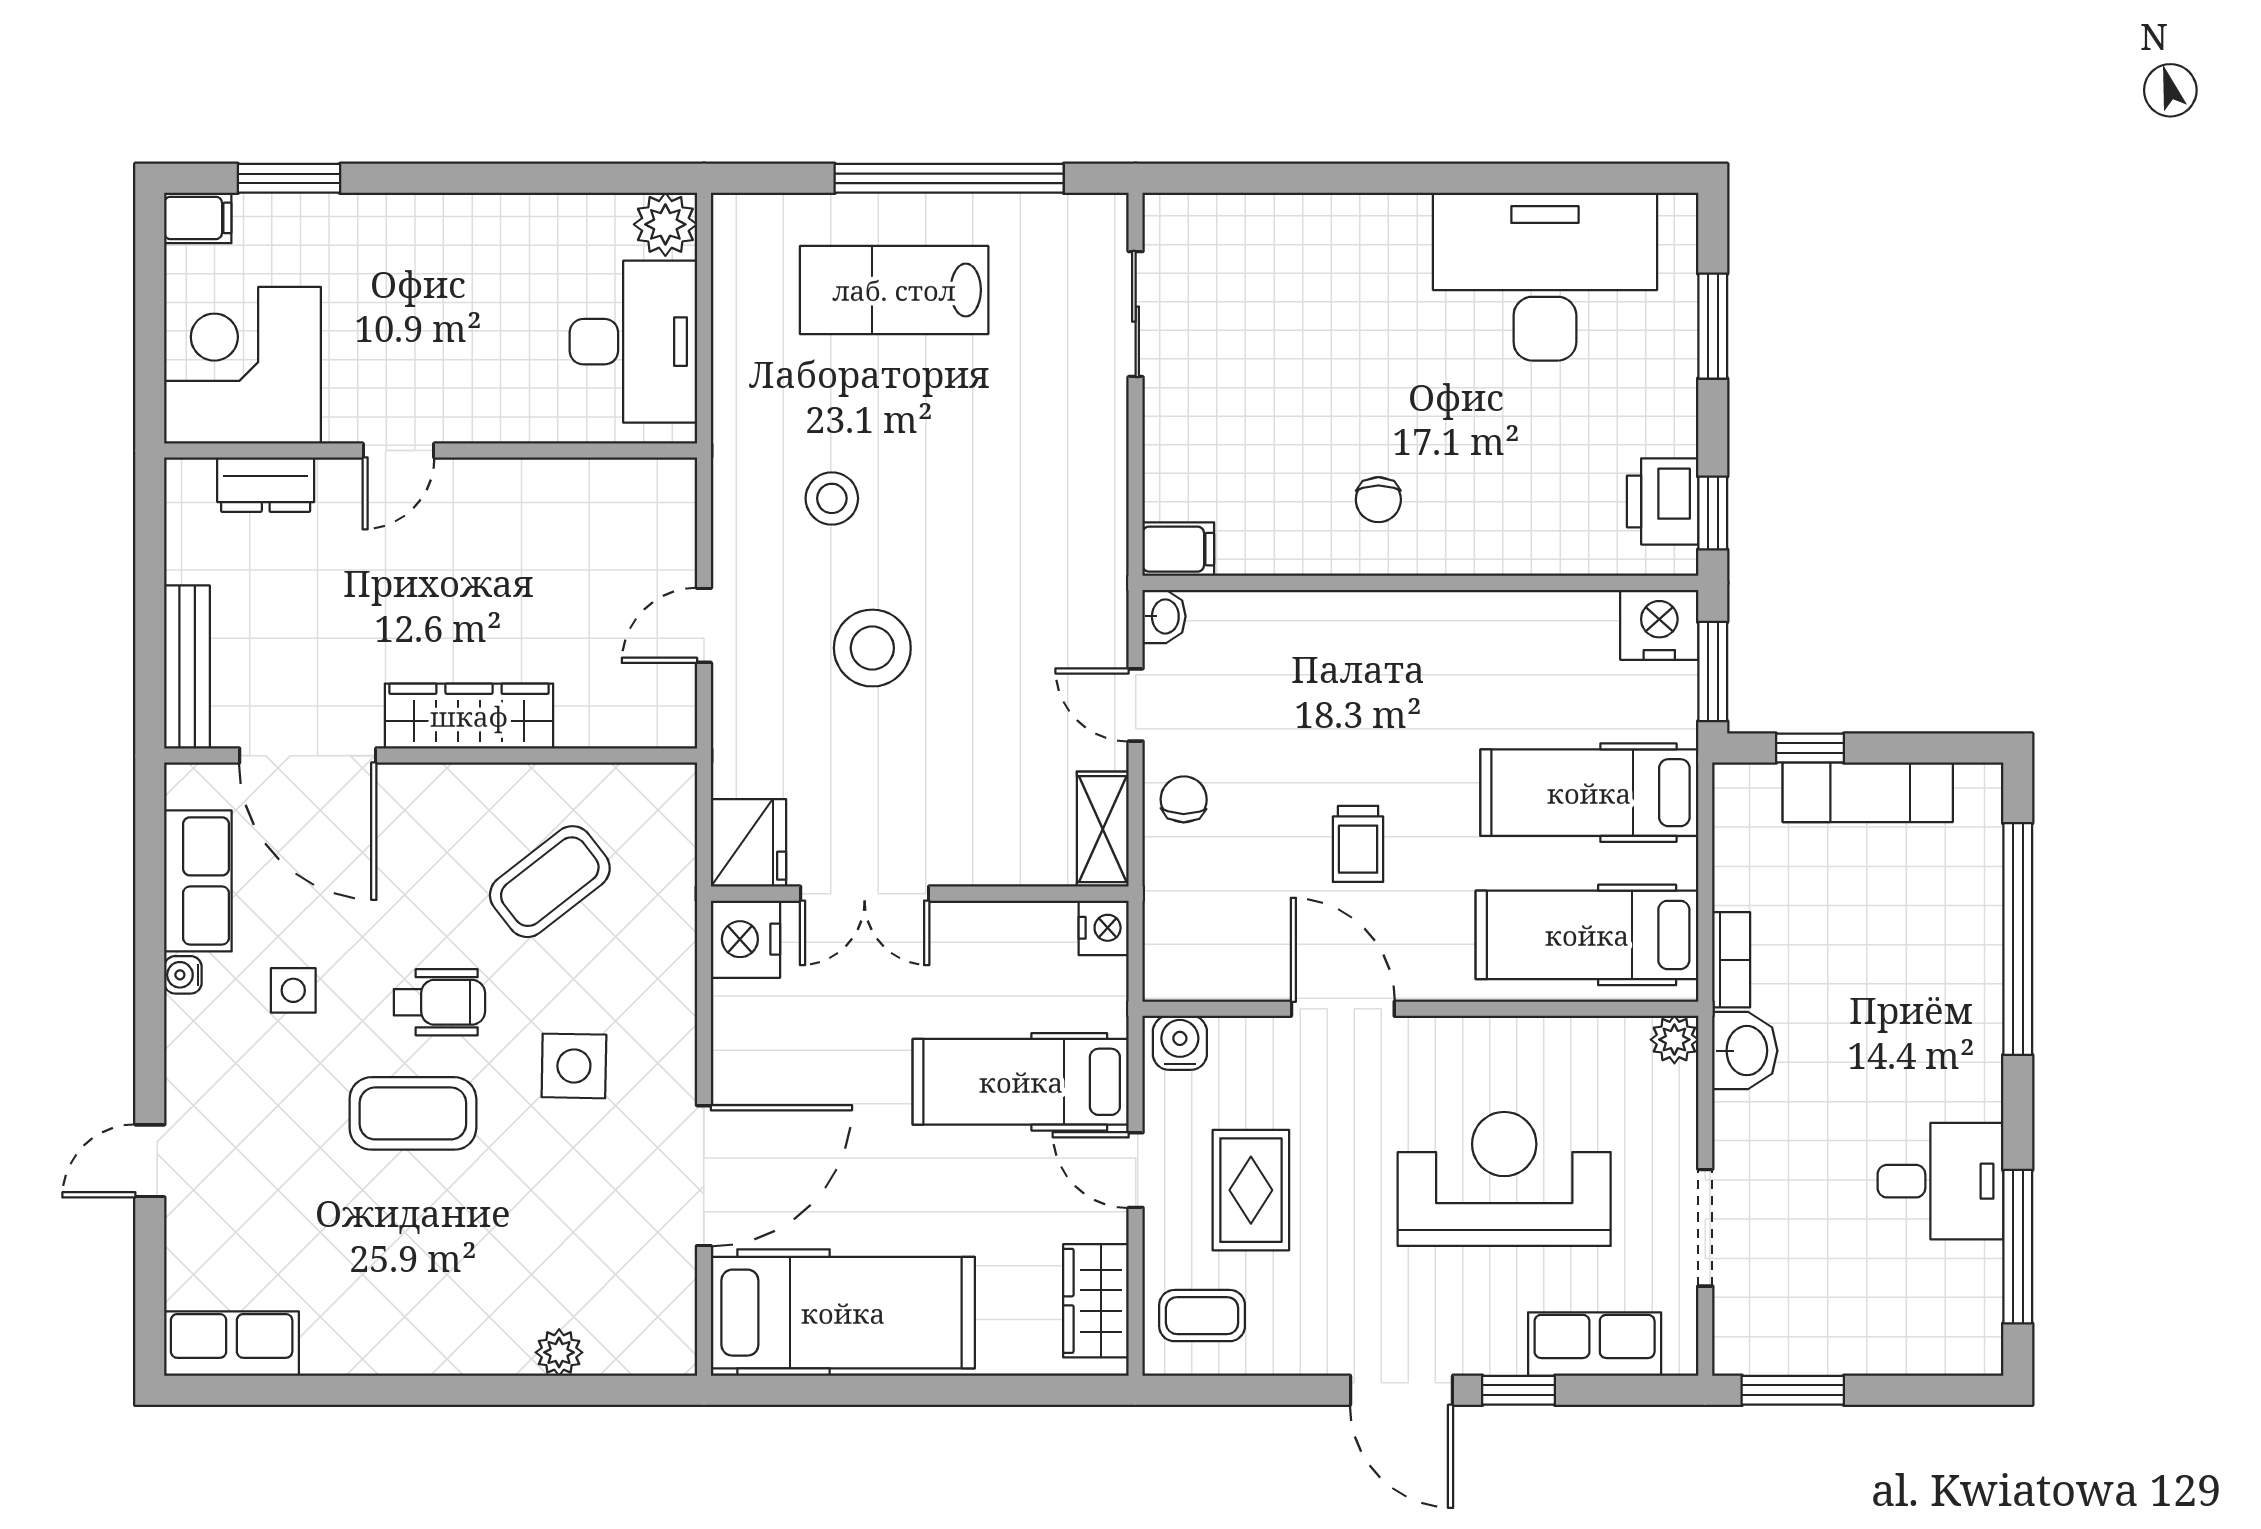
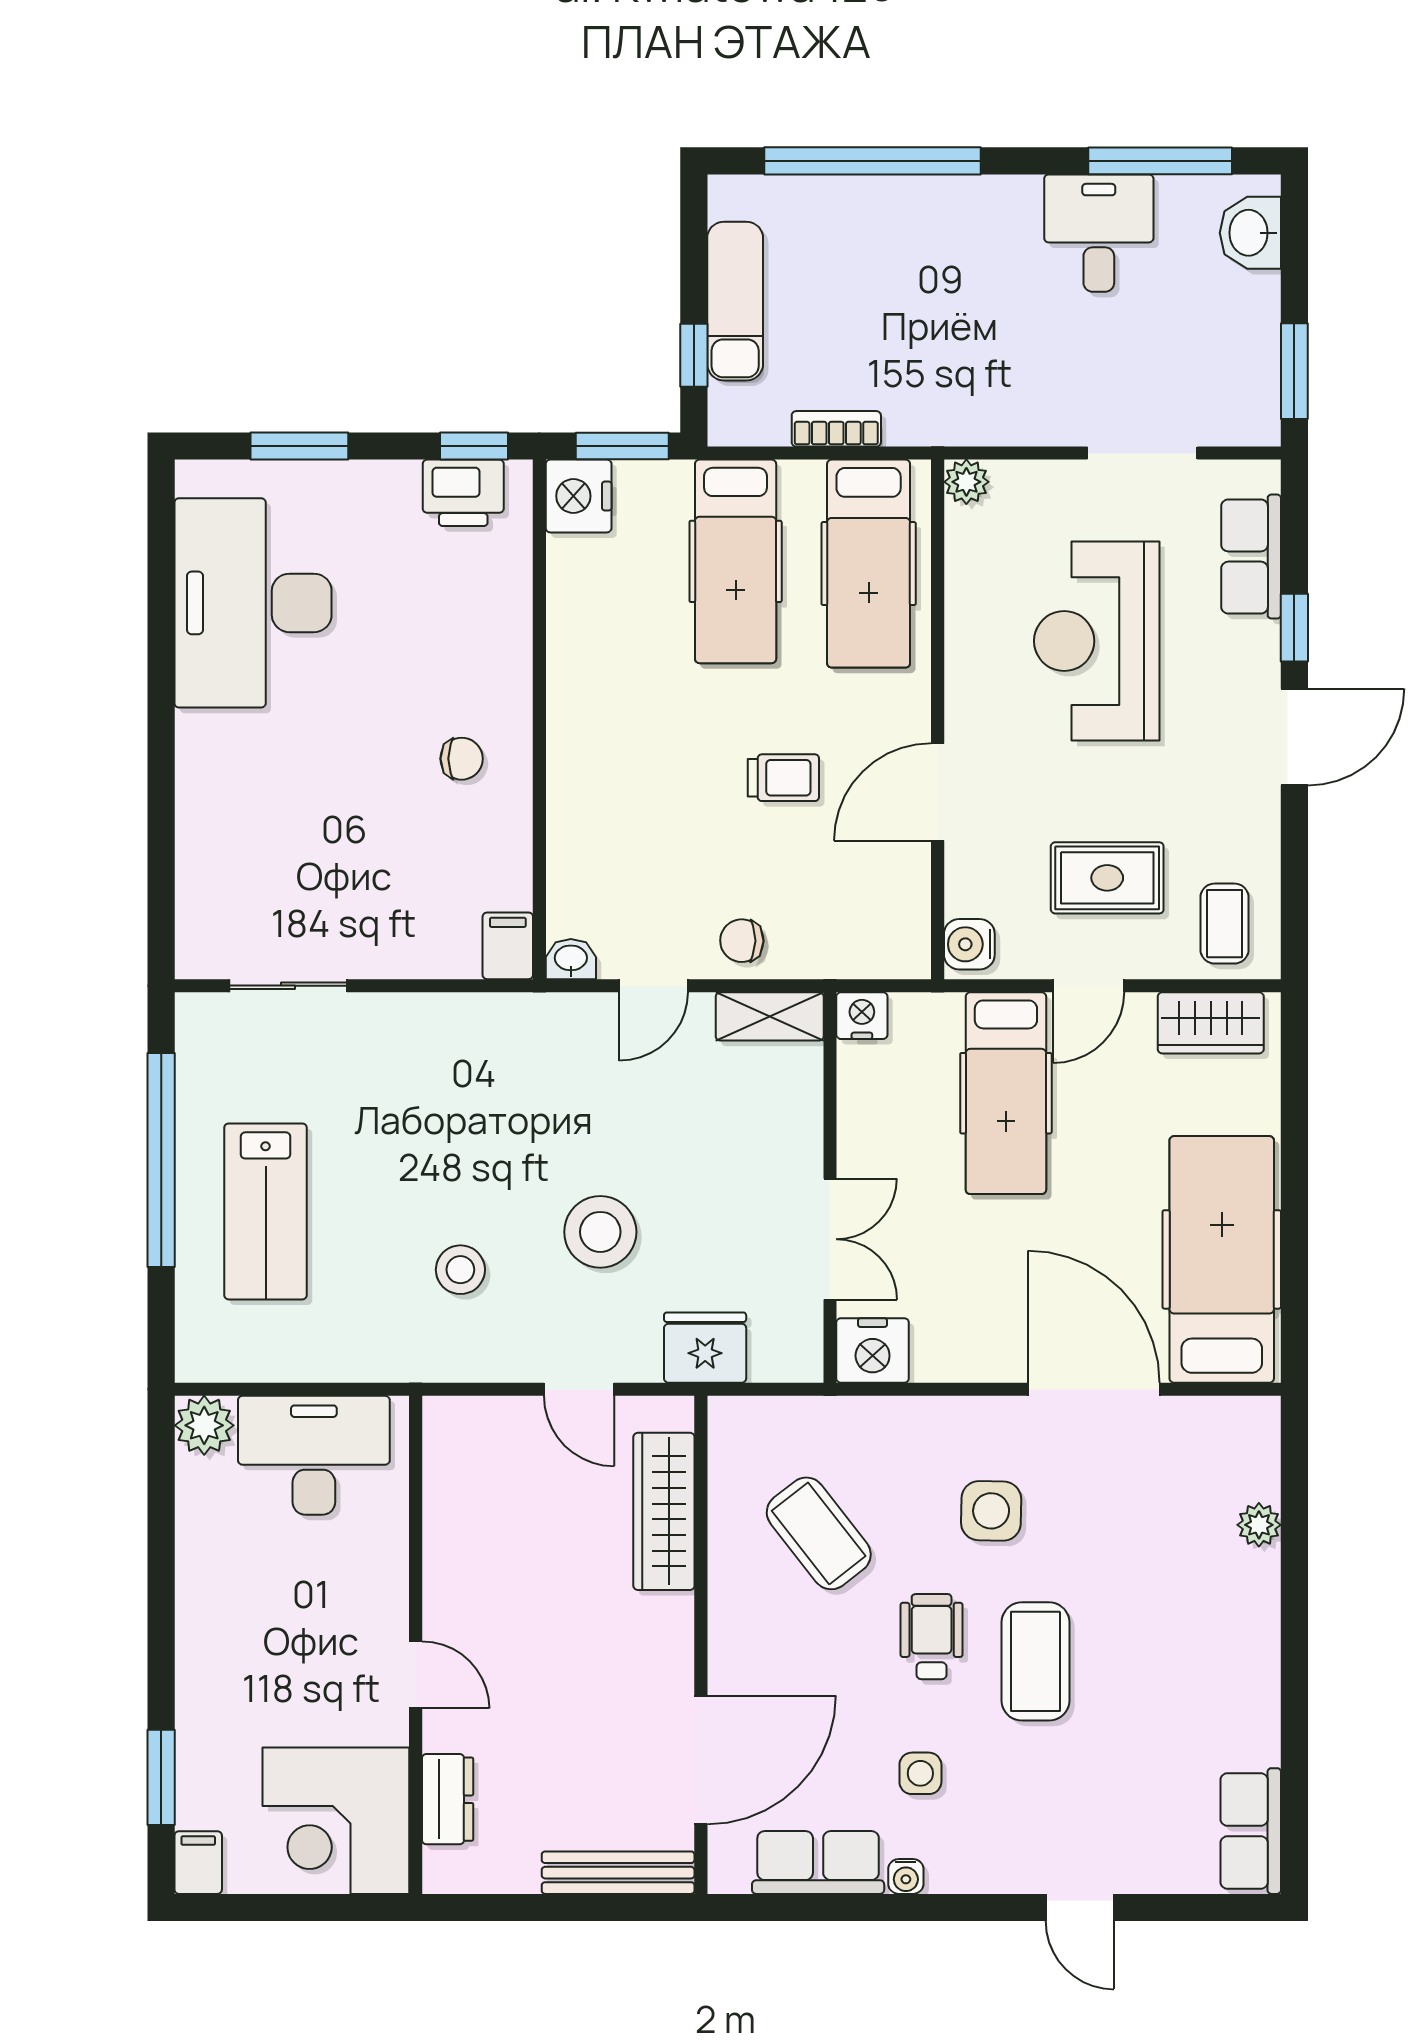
wardrobe: (469, 716) -> (664, 1511), moved
fridge: (749, 843) -> (705, 1348), moved
bookcase: (1731, 960) -> (836, 429), moved
washbasin: (1745, 1051) -> (1250, 233), moved, turned -90

